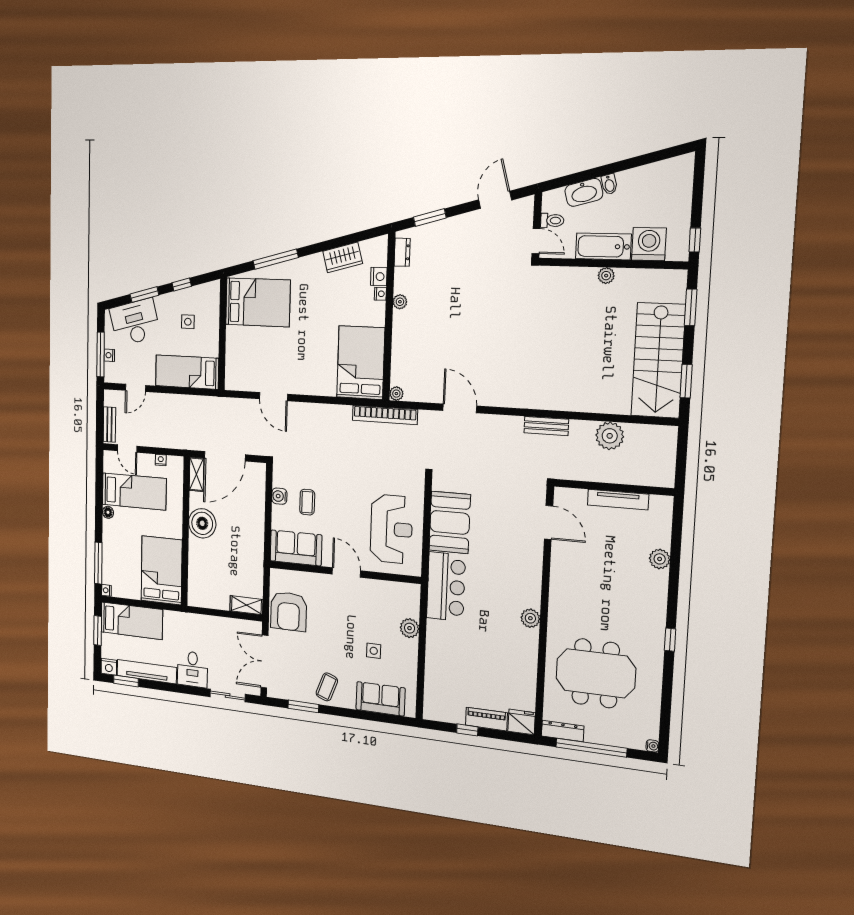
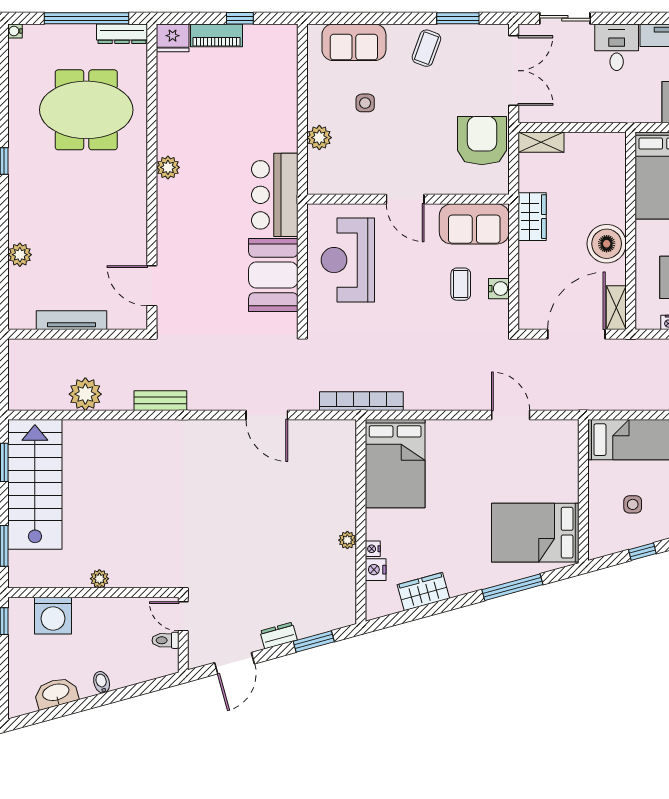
washbasin: (584, 192) -> (56, 693), moved
bathtub: (603, 246) -> (105, 612), removed
dresser: (402, 252) -> (279, 635), moved, turned 75
plant: (396, 394) -> (348, 428), removed
wardrobe: (254, 549) -> (532, 217), added

